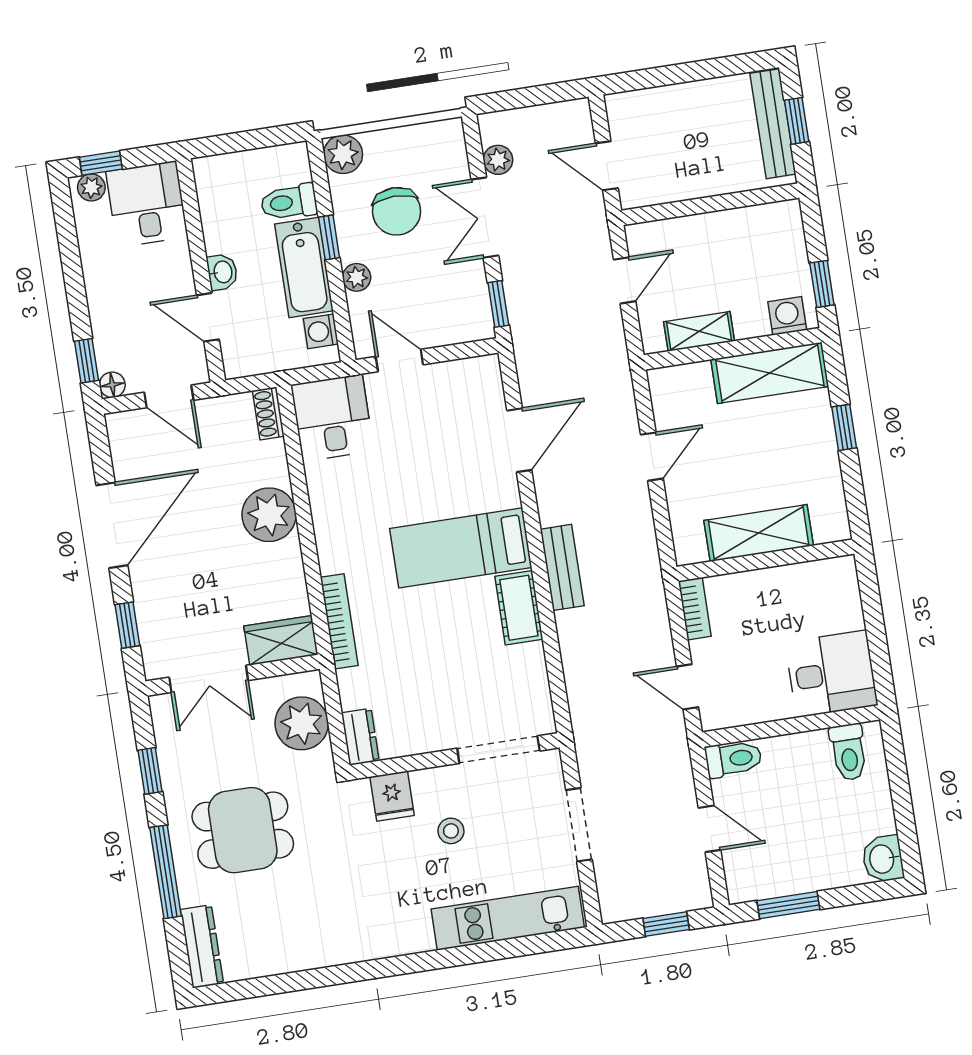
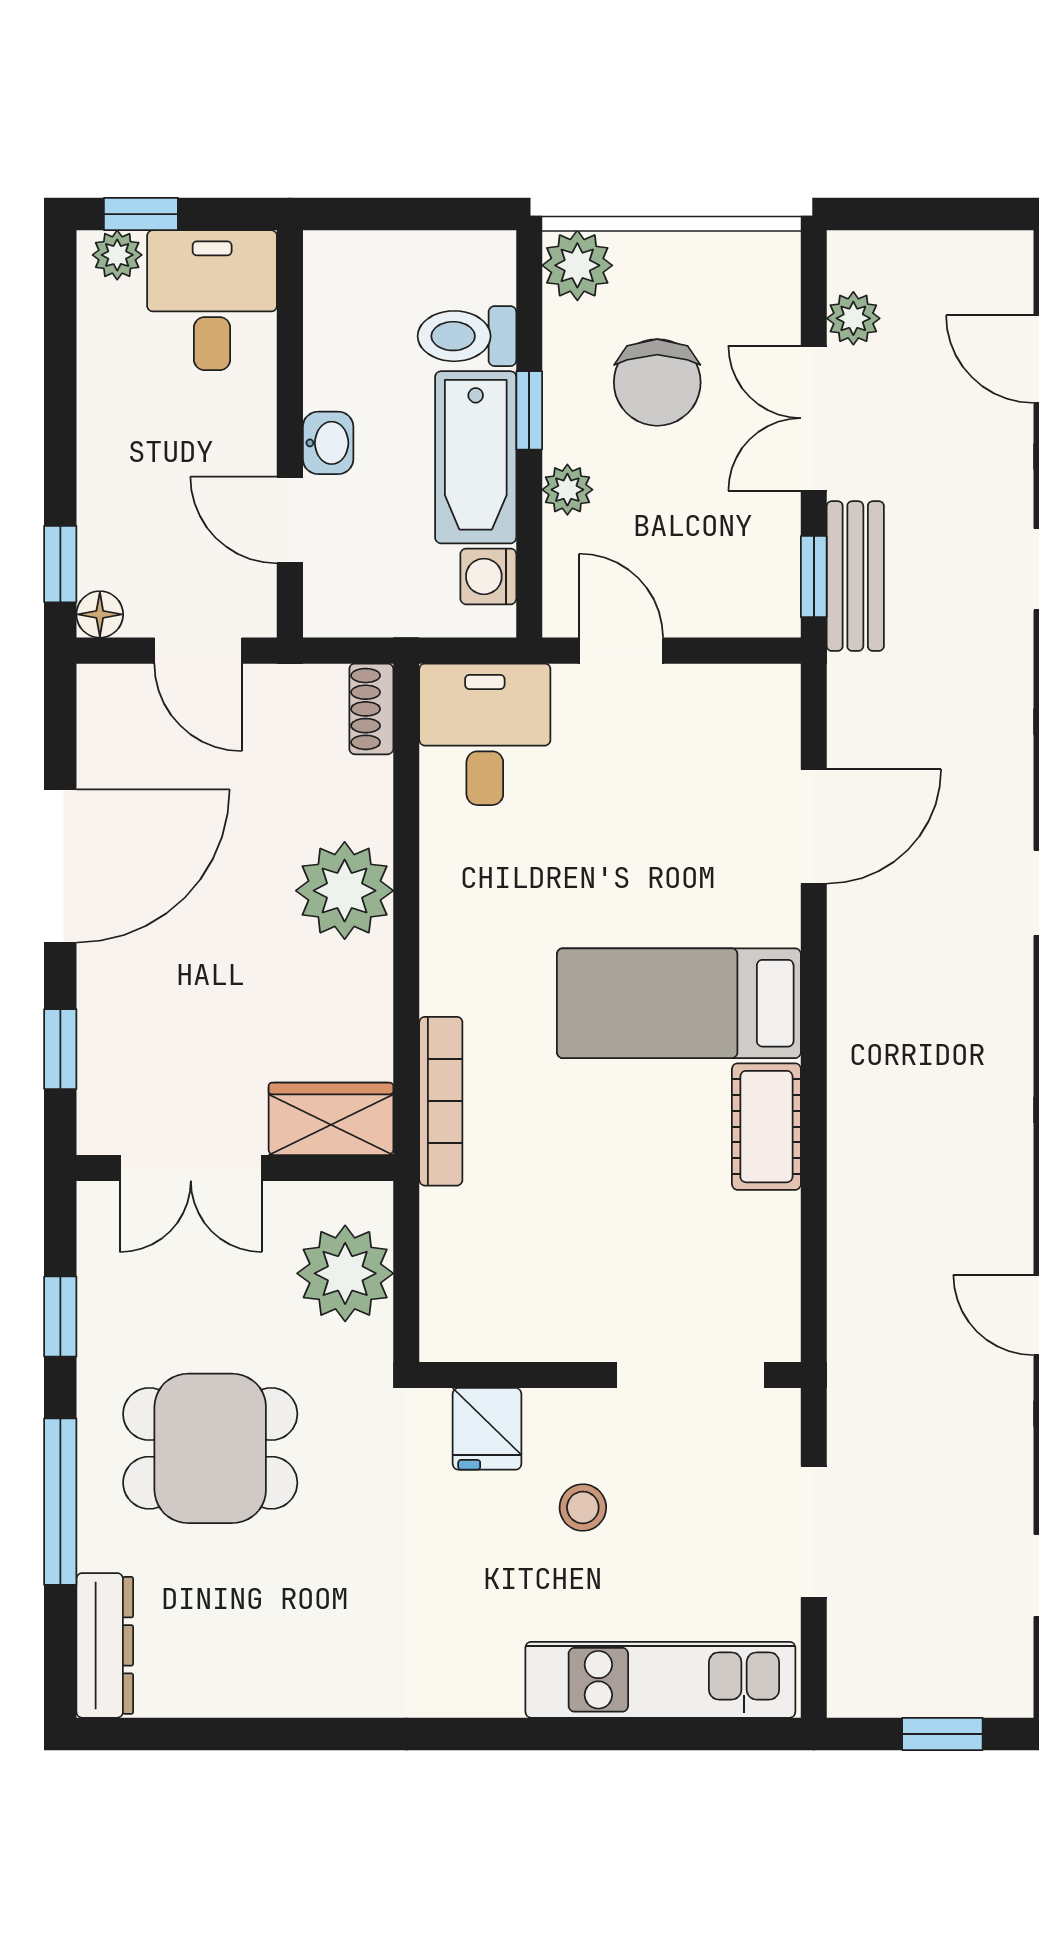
bench: (562, 567) -> (855, 576), moved
dresser: (360, 737) -> (446, 1314), removed

